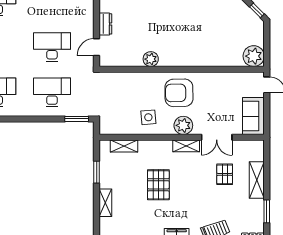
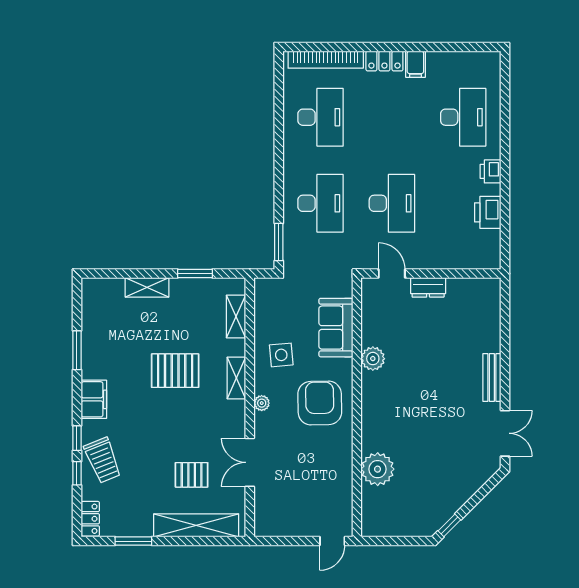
plant: (254, 56) -> (378, 469), moved
sofa: (253, 116) -> (336, 328), moved, turned -90
plant: (183, 125) -> (262, 403), width x0.53, depth x0.53
shelving: (186, 146) -> (236, 378), moved
shelving: (257, 180) -> (196, 525), width x1.47

